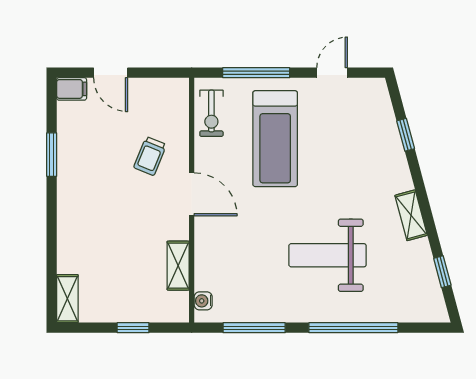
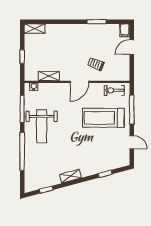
weight bench: (328, 255) -> (42, 126), moved, turned 180

